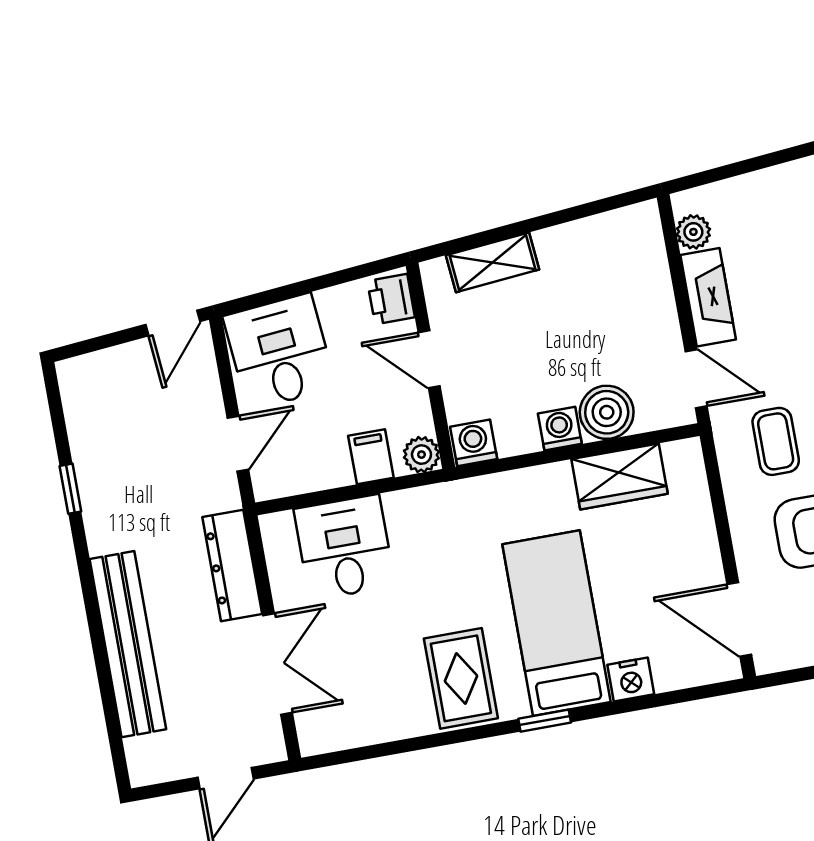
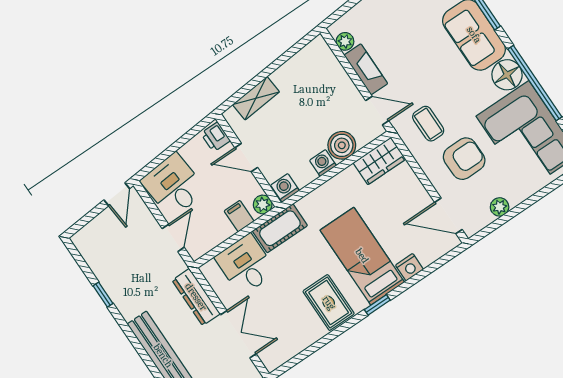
wardrobe: (620, 476) -> (379, 161), moved
cot: (433, 510) -> (280, 228), added

